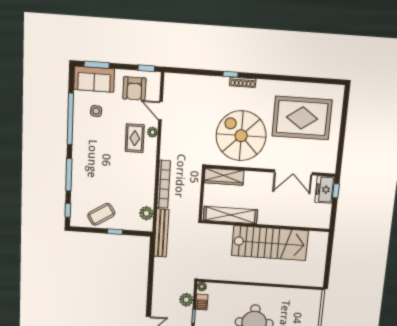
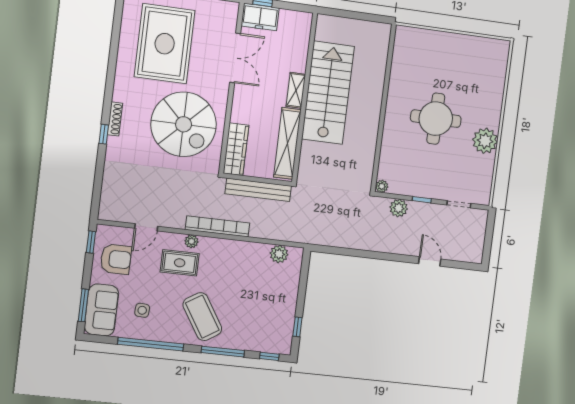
plant: (153, 132) -> (191, 241), moved
spiral stairs: (241, 136) -> (184, 124), turned -90
bookcase: (163, 184) -> (218, 226), moved
coffee table: (101, 214) -> (202, 317), moved, width x1.36, depth x1.32
shelving: (271, 219) -> (296, 90), added
window: (115, 232) -> (297, 327), moved
bench: (161, 233) -> (258, 190), moved
barbecue: (202, 302) -> (403, 188), removed

